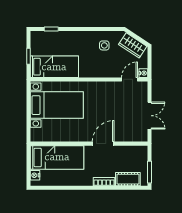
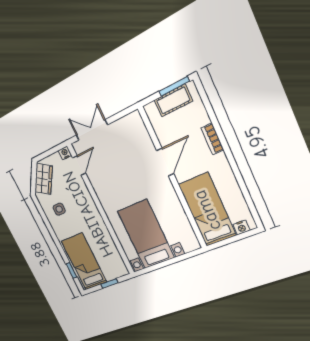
bed: (54, 67) -> (84, 262), moved
door: (129, 79) -> (79, 165), swing flipped
double door: (149, 116) -> (92, 130), moved
door: (103, 144) -> (165, 162), swing flipped
cot: (128, 179) -> (173, 101), moved, turned 90

